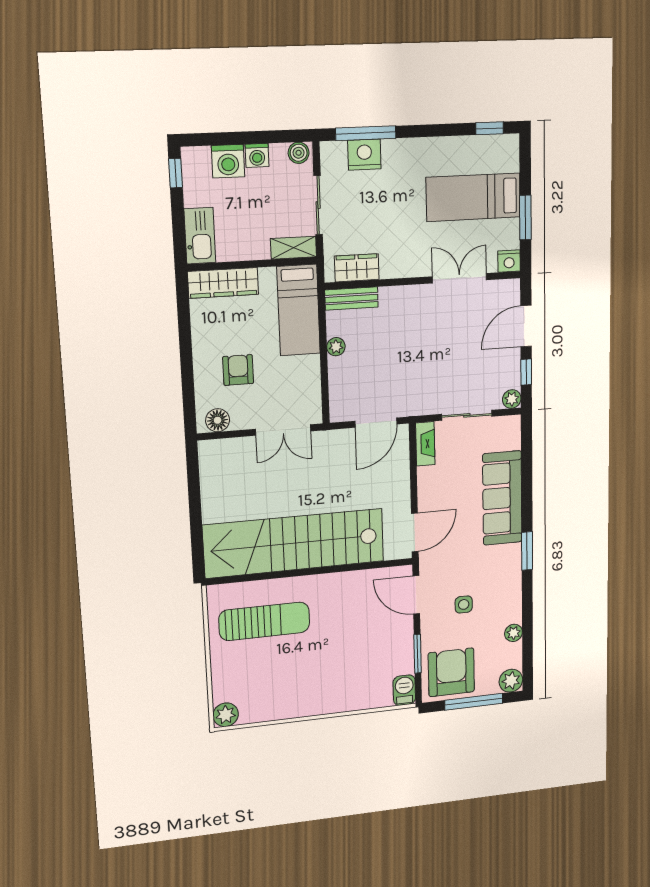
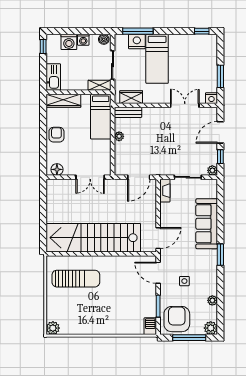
bed: (473, 197) -> (157, 59), moved, turned -90
armchair: (238, 370) -> (56, 135), moved

